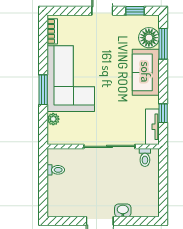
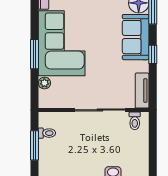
window: (163, 113) -> (153, 54), moved
window: (43, 182) -> (35, 145), added

